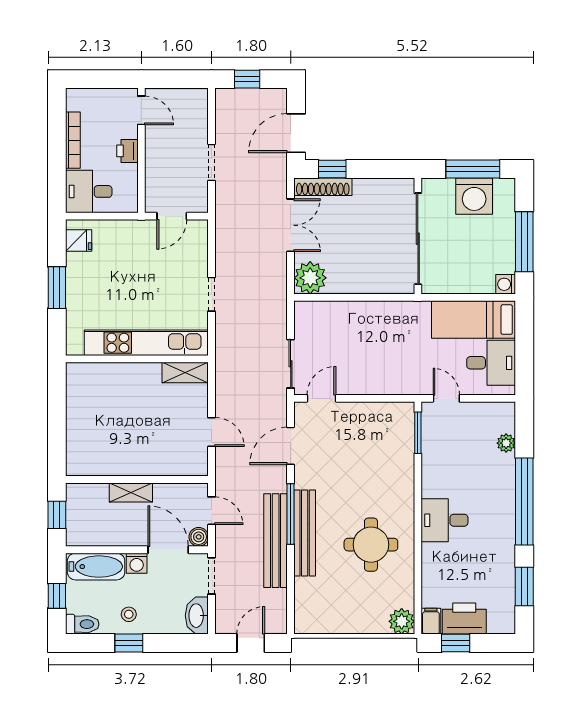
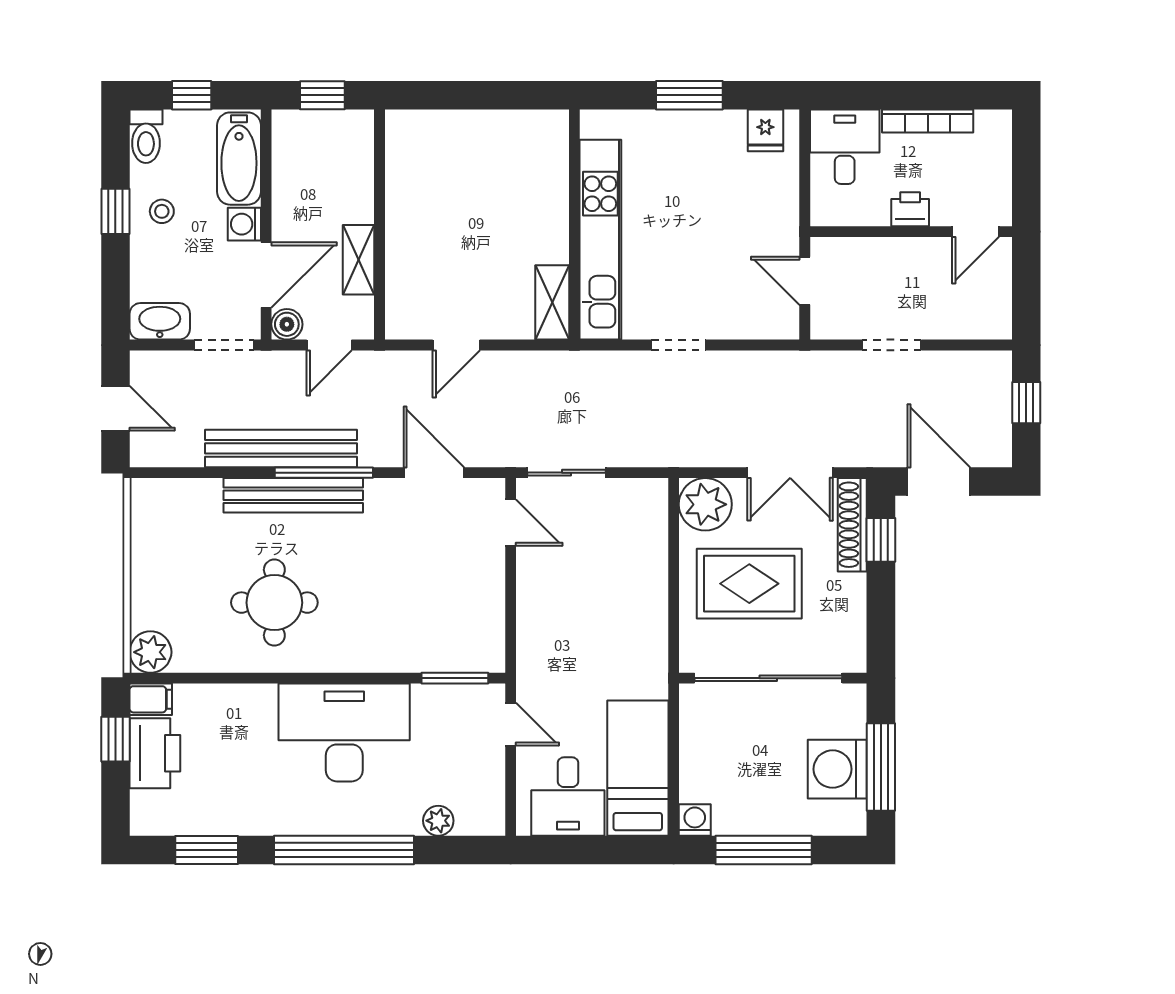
rug: (359, 251) -> (749, 584), added
door: (446, 398) -> (511, 724), hinge flipped
shelving: (131, 493) -> (358, 260), moved
desk: (444, 520) -> (344, 732), width x1.87, depth x1.30

